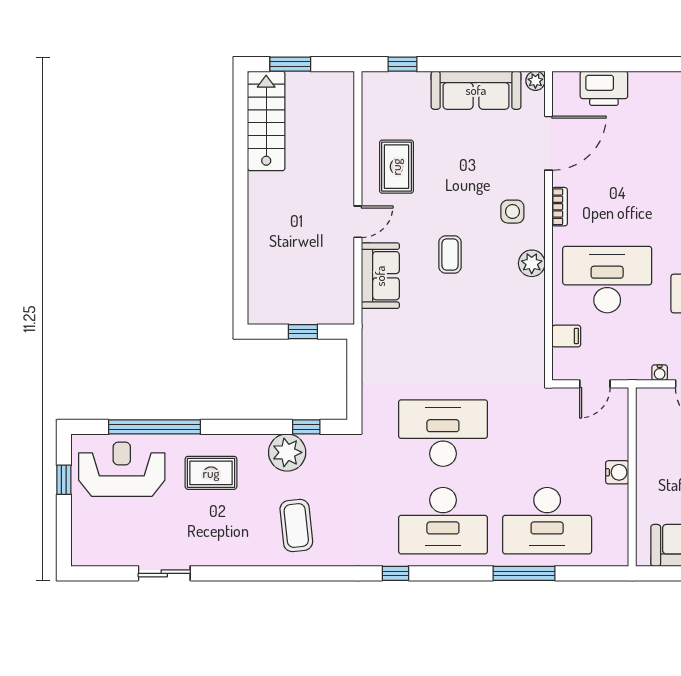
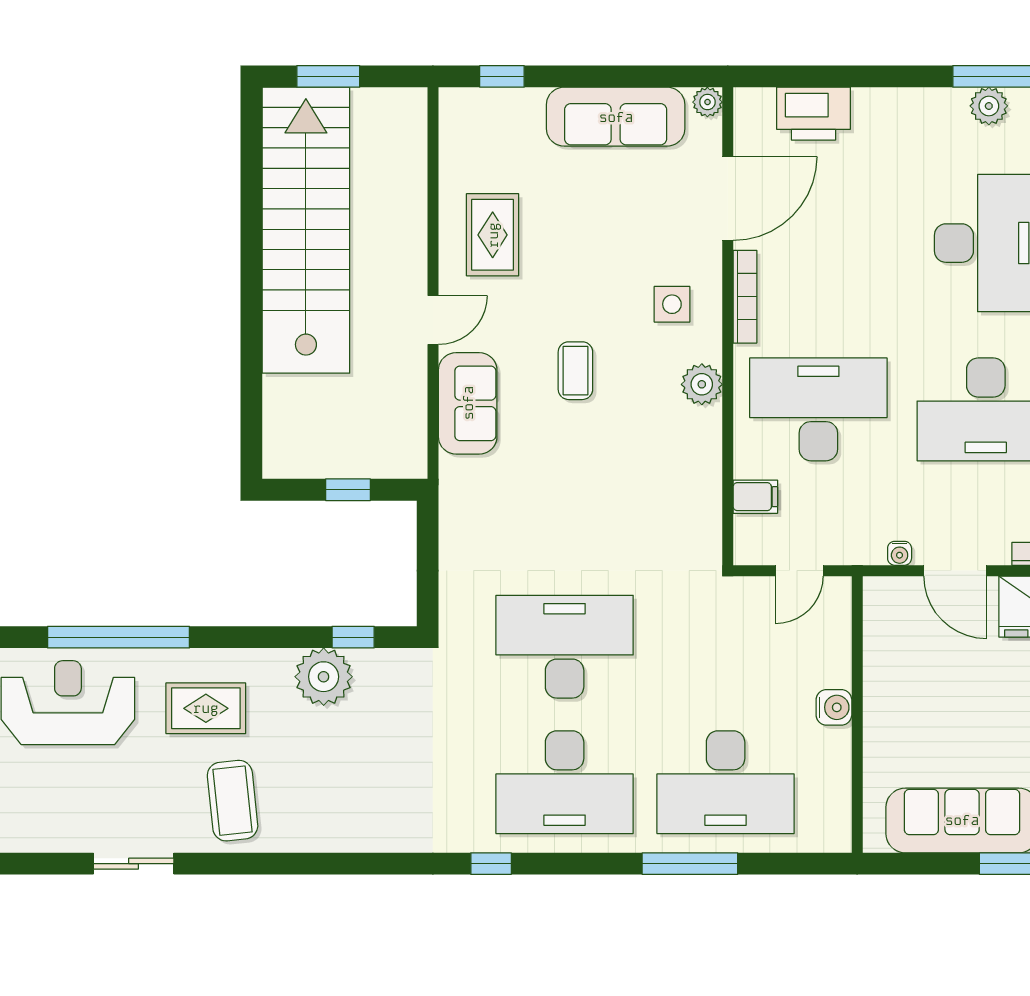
stairs: (266, 121) -> (306, 230), width x1.86, depth x1.51
bookcase: (560, 207) -> (745, 297), width x1.56
coffee table: (296, 526) -> (233, 801), moved

